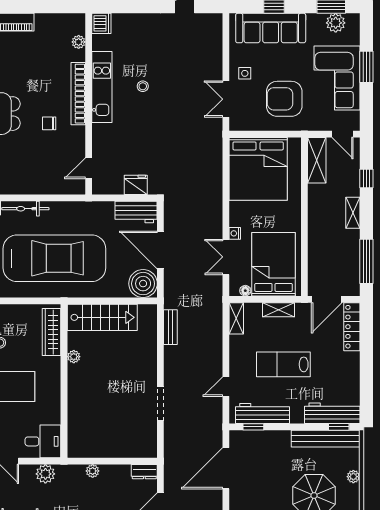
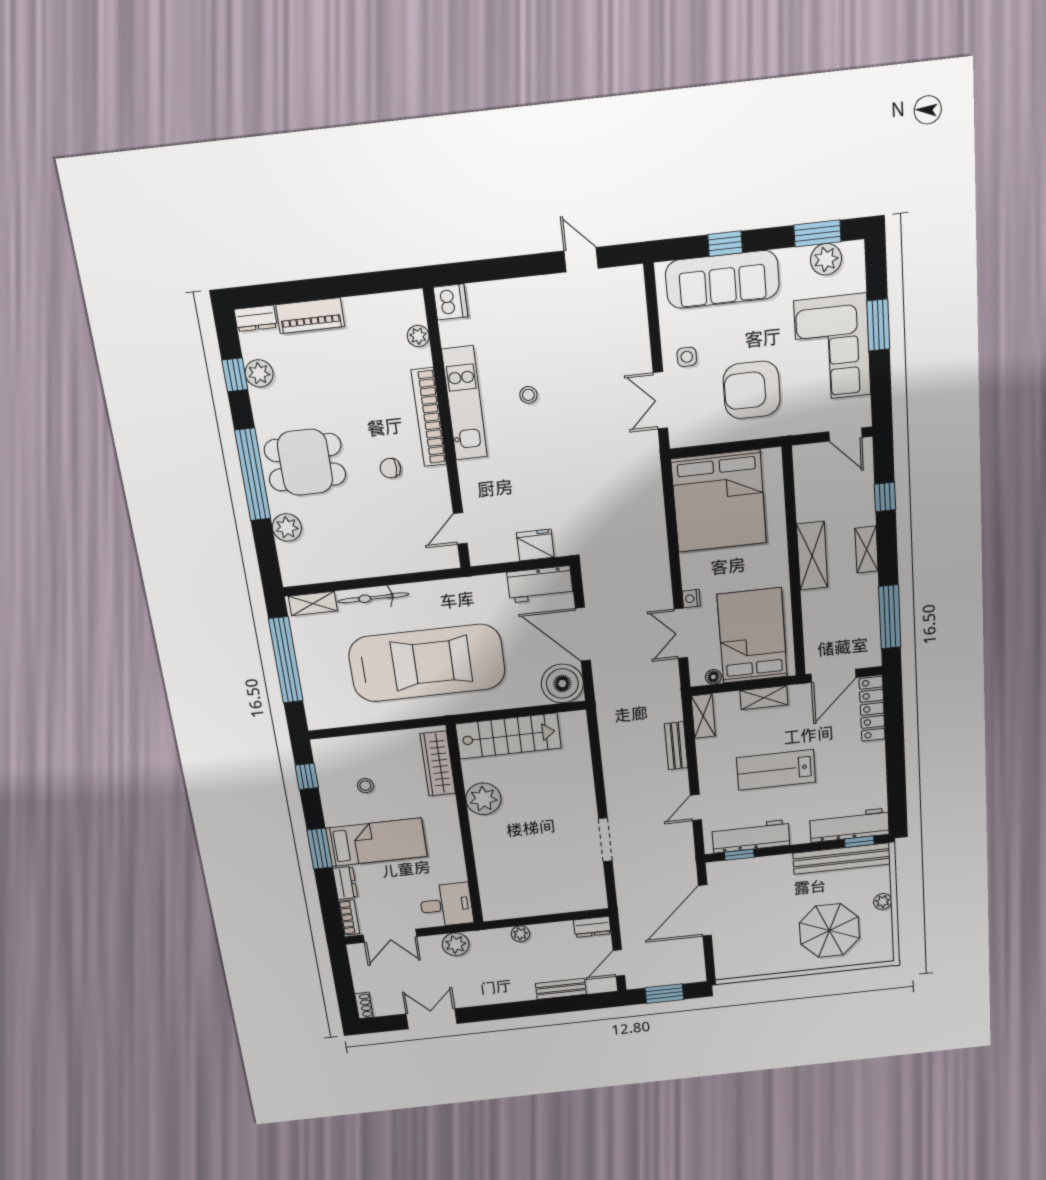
shelving: (317, 160) -> (812, 556), moved
bench: (170, 327) -> (676, 746), moved
plant: (74, 357) -> (483, 799), width x1.88, depth x1.88

